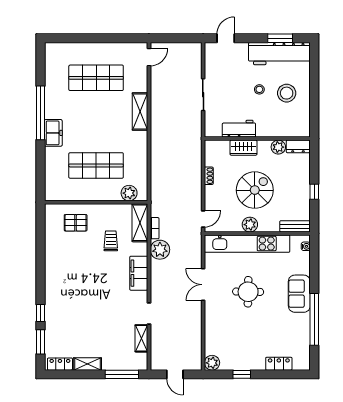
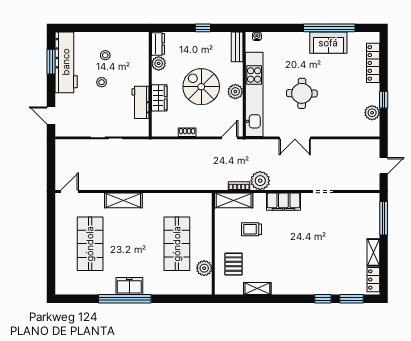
door: (149, 57) -> (70, 191), hinge flipped
stool: (287, 93) -> (105, 55), width x0.53, depth x0.53
freezer: (53, 133) -> (129, 286), moved
plant: (129, 193) -> (204, 268), moved
door: (203, 219) -> (230, 138), hinge flipped
sofa: (299, 294) -> (328, 43), moved
shelving: (141, 338) -> (257, 289), moved
plant: (212, 363) -> (372, 113), moved
locker: (279, 364) -> (373, 63), width x1.53

